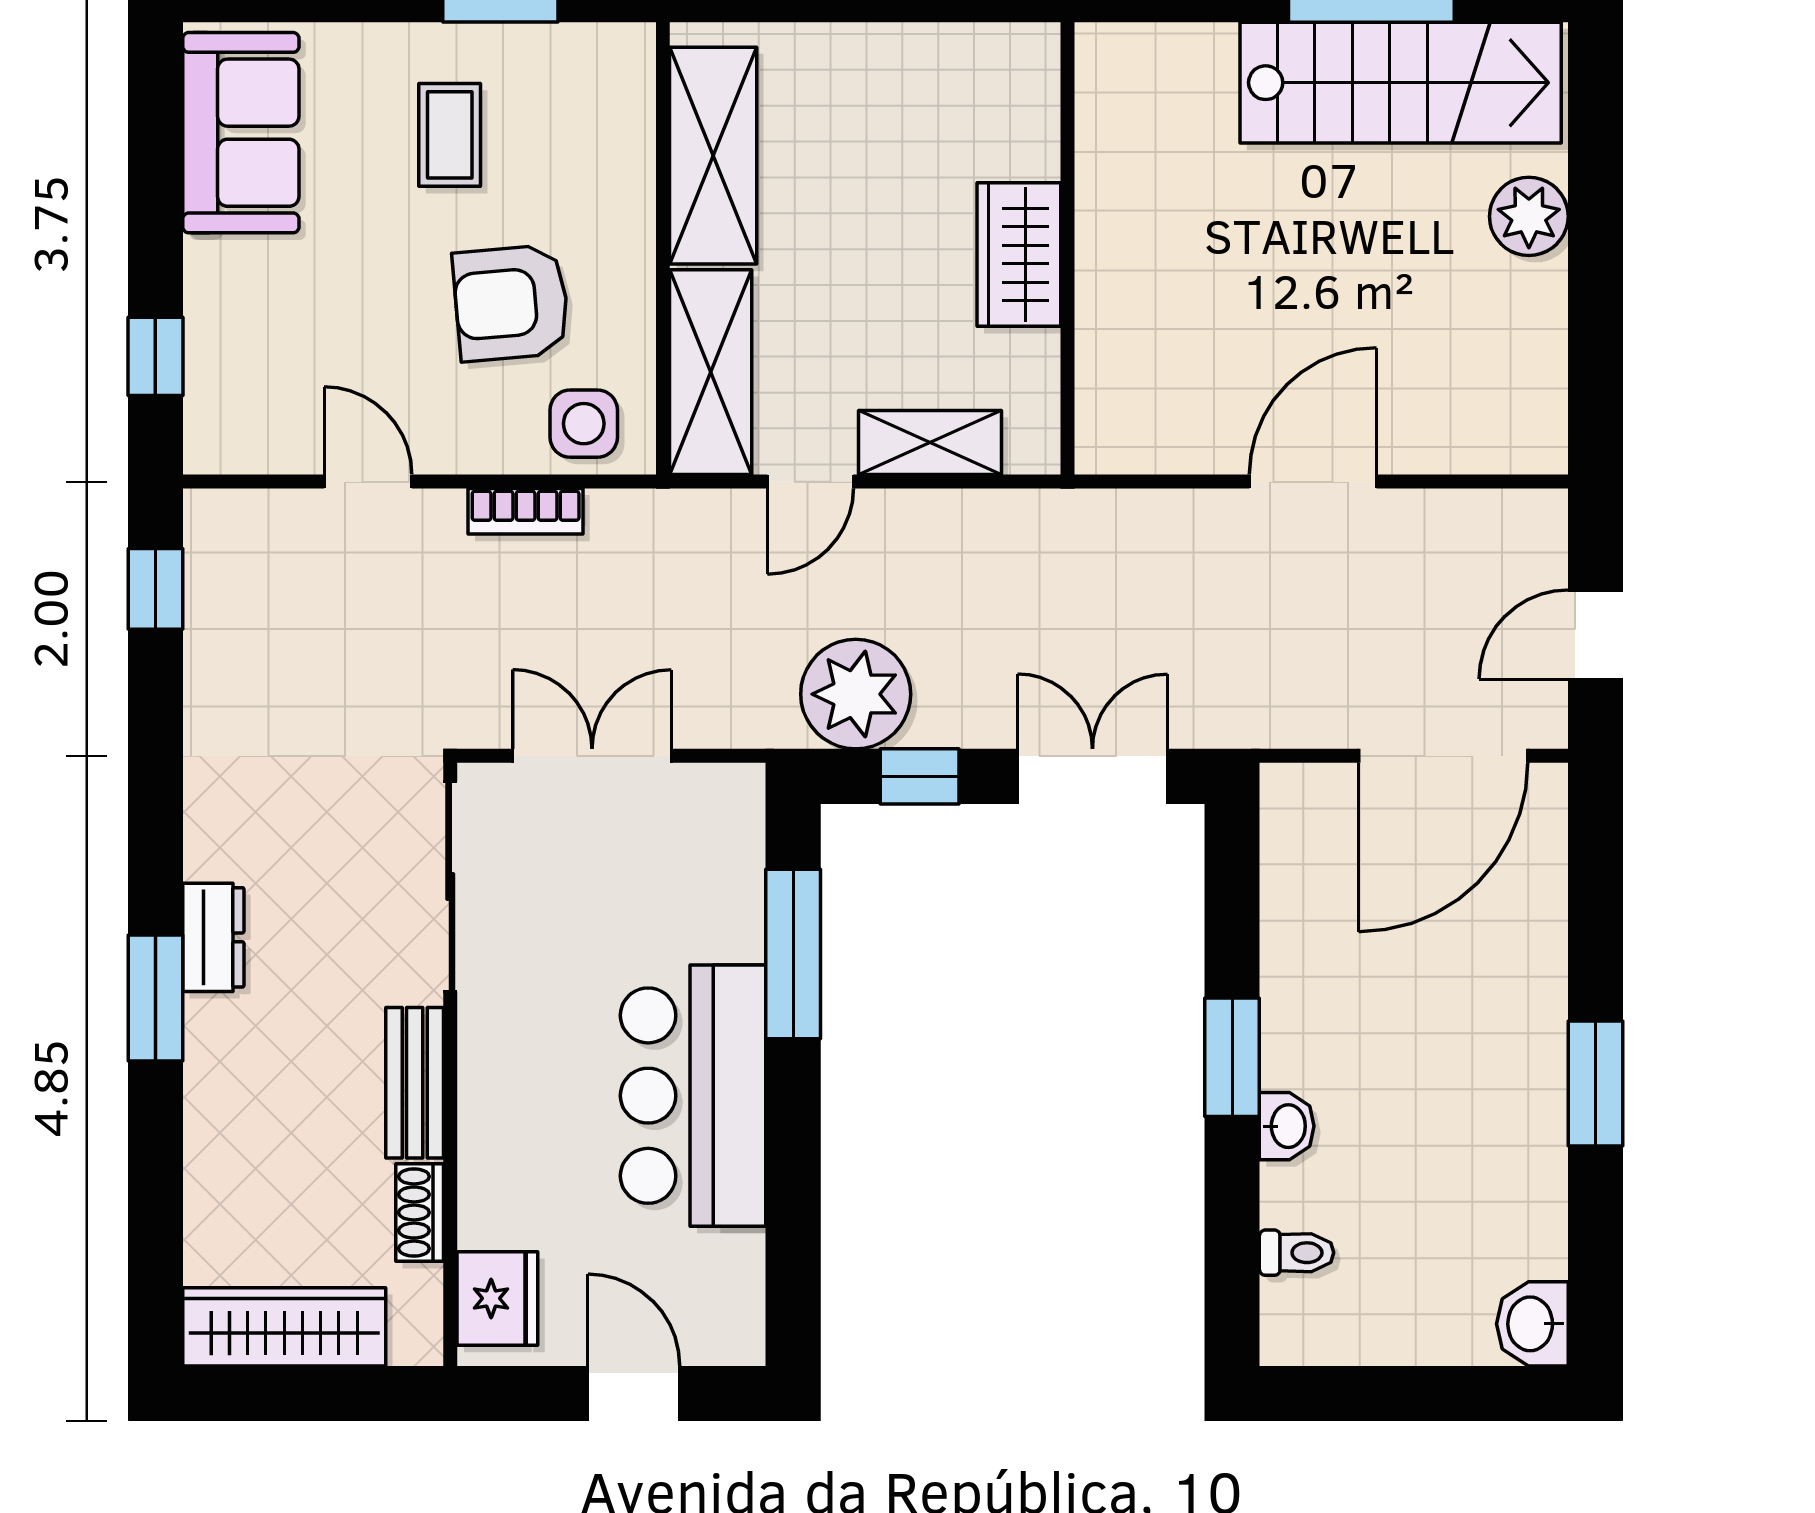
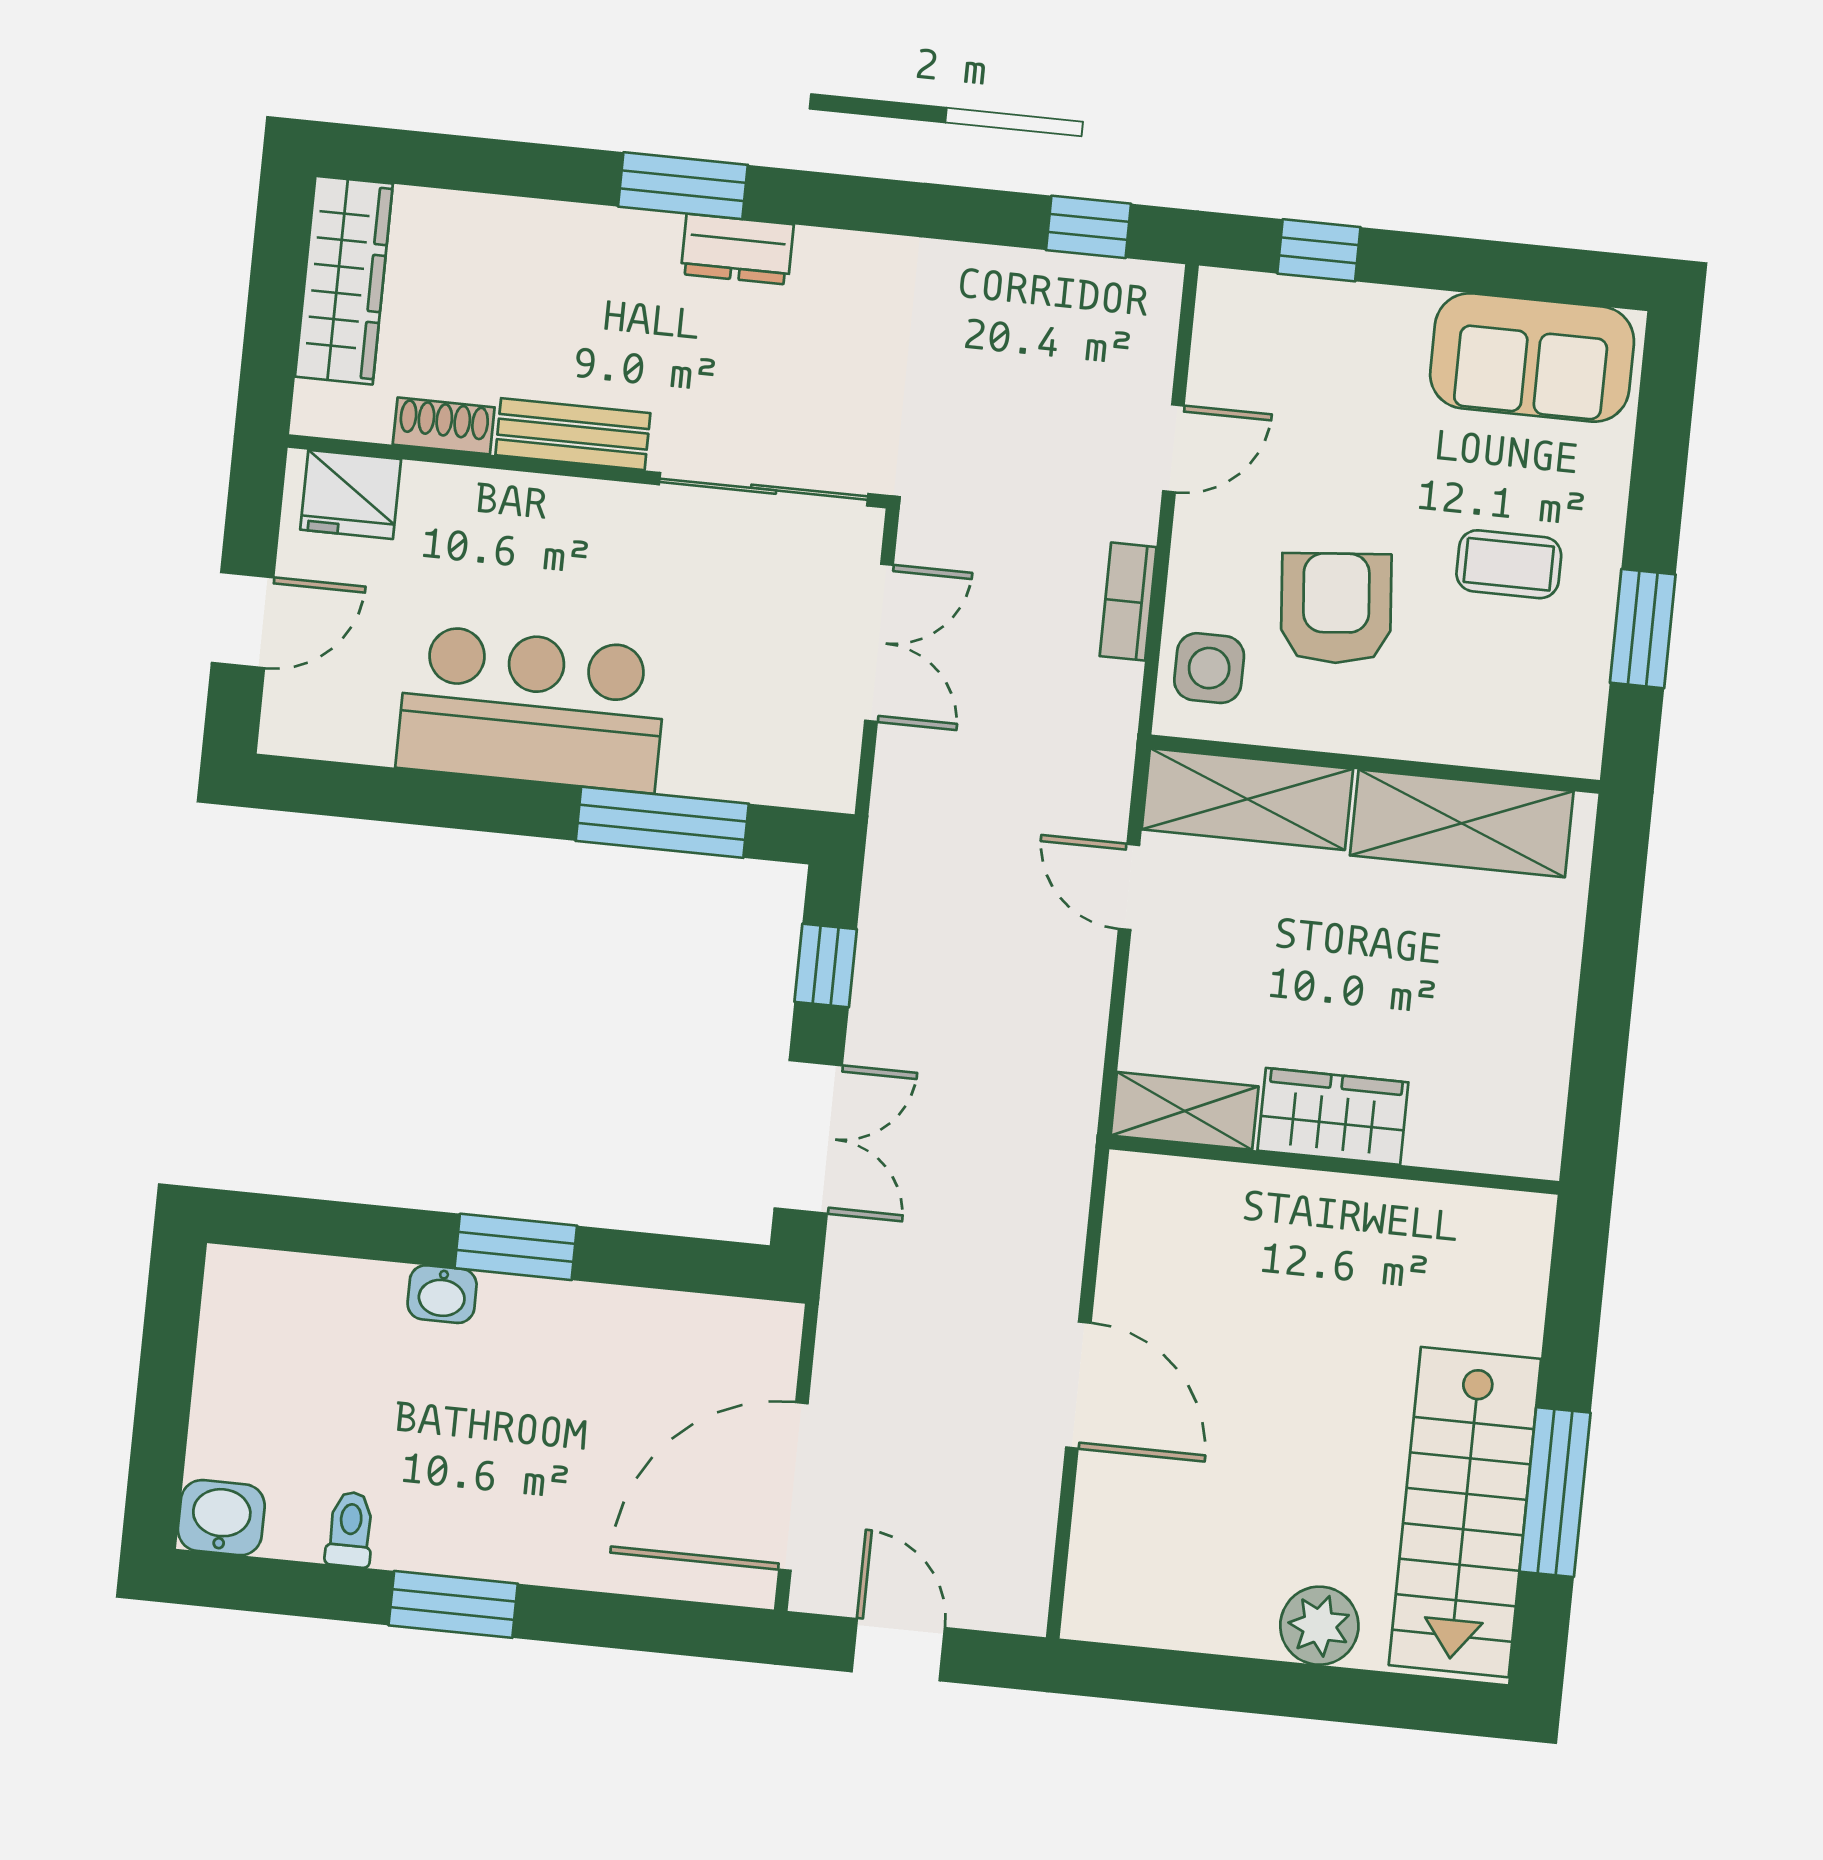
shelving: (930, 443) -> (1185, 1111), moved, turned 90
plant: (856, 694) -> (914, 910), removed
door: (1443, 756) -> (793, 1486), hinge flipped
toilet: (1297, 1253) -> (350, 1529), moved, turned 180

